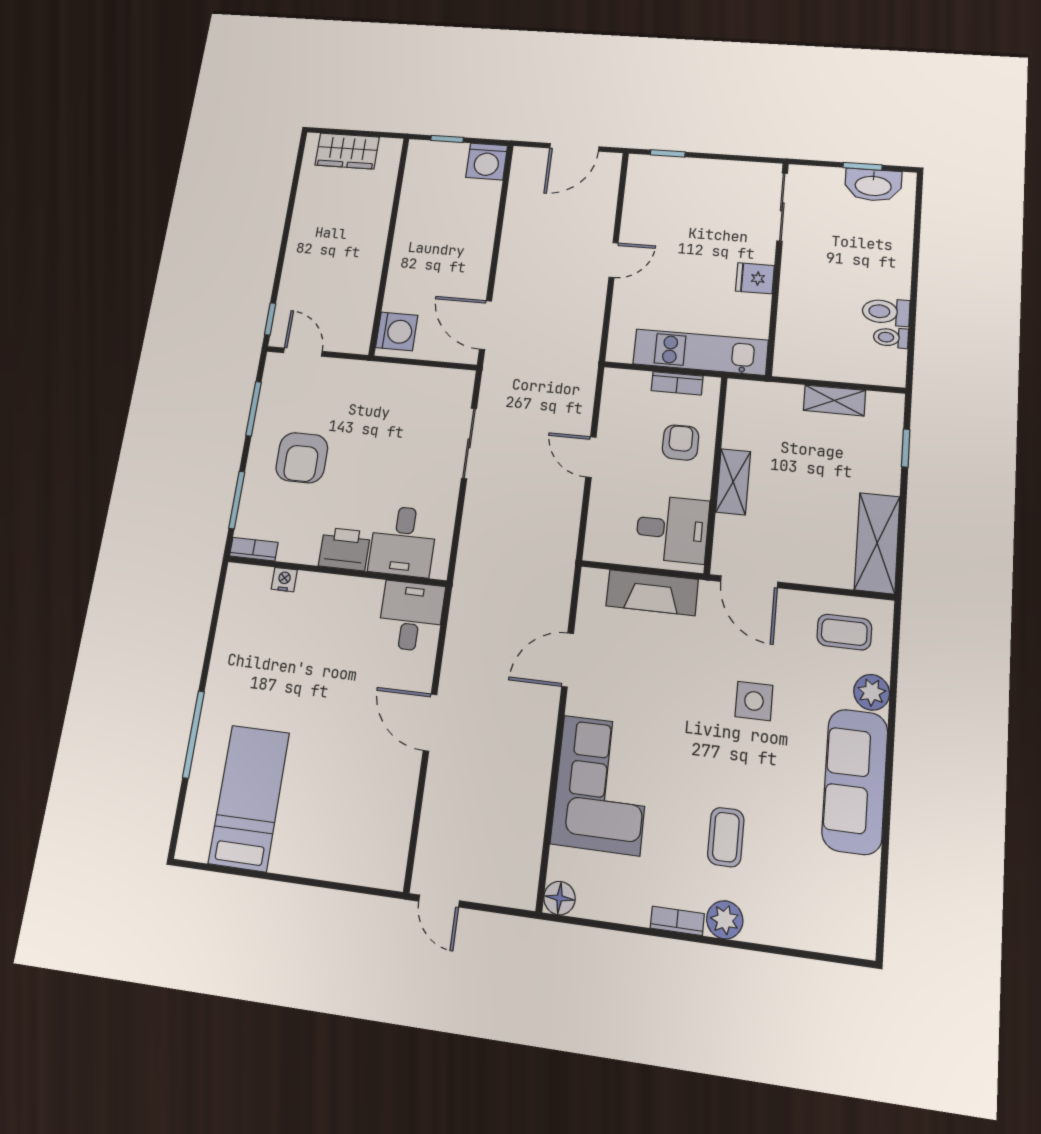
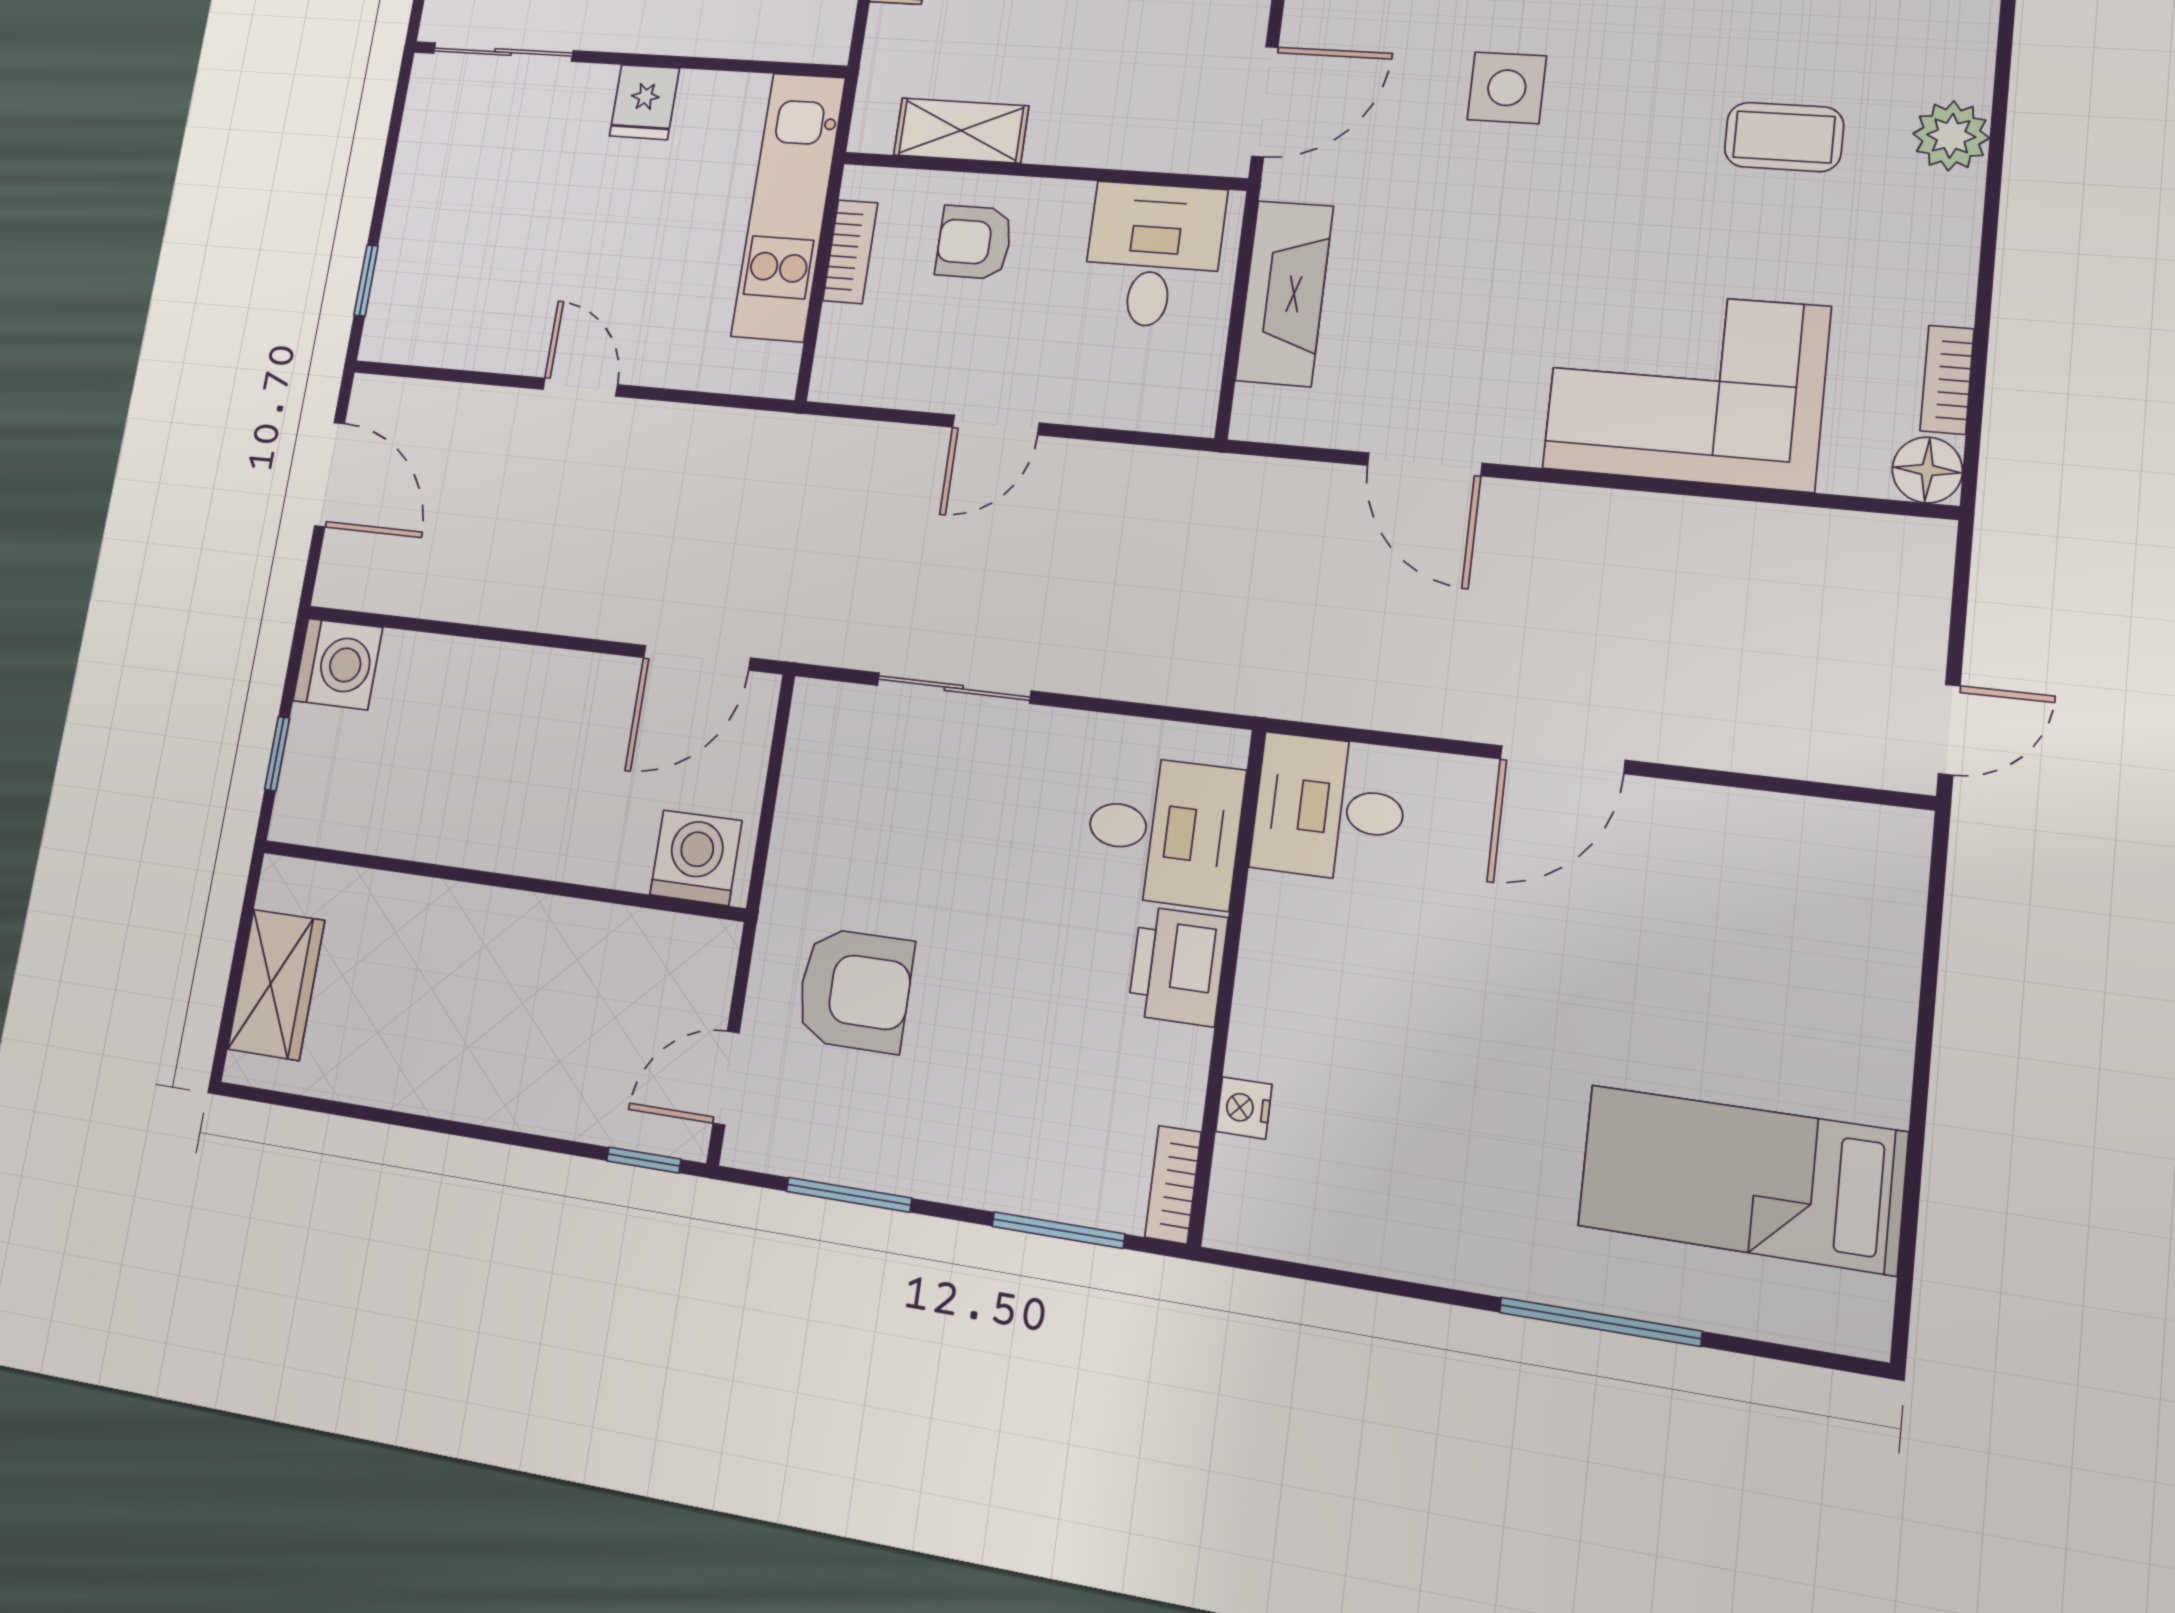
armchair: (302, 458) -> (855, 990), moved
shelving: (733, 482) -> (961, 130), moved
bookcase: (677, 921) -> (1947, 380), moved

